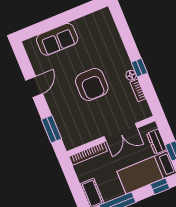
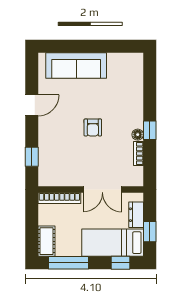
sofa: (57, 39) -> (76, 65), width x1.36
armchair: (92, 85) -> (93, 127), width x0.53, depth x0.53
window: (52, 129) -> (32, 157), width x0.67

